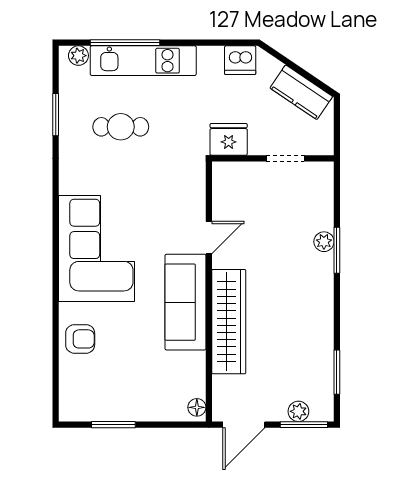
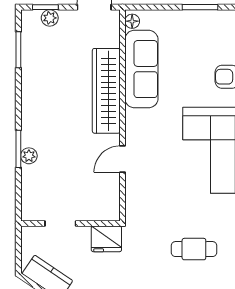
sofa: (185, 302) -> (141, 69), moved
window: (304, 425) -> (45, 7), width x0.67

